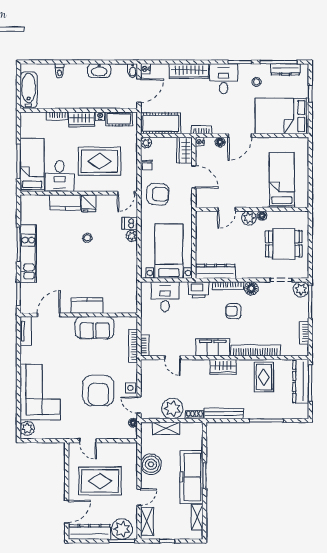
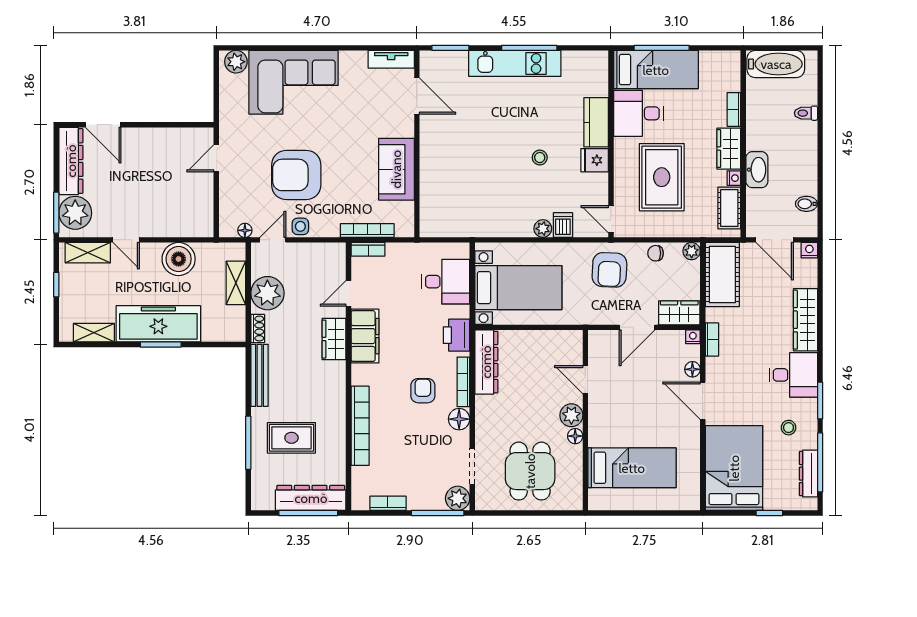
washbasin: (99, 71) -> (757, 170), moved, turned 180
bidet: (133, 71) -> (806, 204), moved
kitchen counter: (87, 305) -> (432, 157), removed
filing cabinet: (213, 347) -> (365, 336), moved
wardrobe: (223, 367) -> (334, 339), moved
rug: (264, 377) -> (291, 438), moved
rug: (100, 481) -> (152, 178), removed

